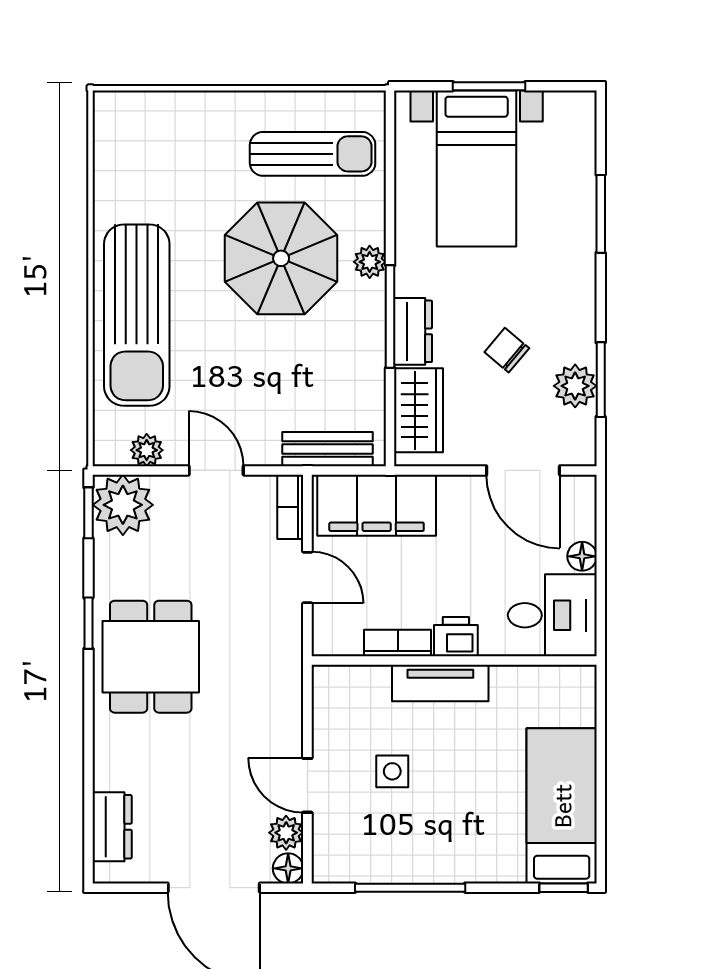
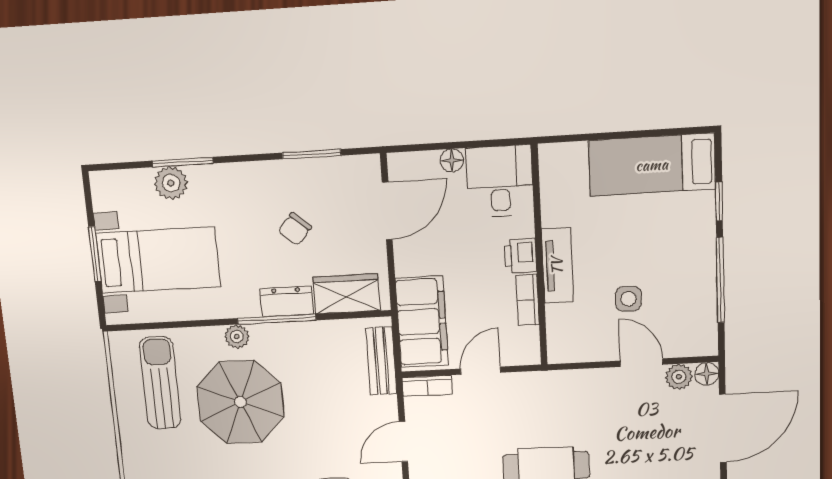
plant: (575, 386) -> (171, 183), moved
door: (307, 785) -> (641, 363), swing flipped
window: (564, 888) -> (719, 202), moved

